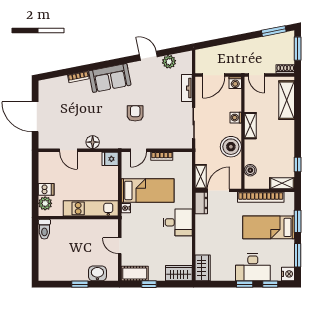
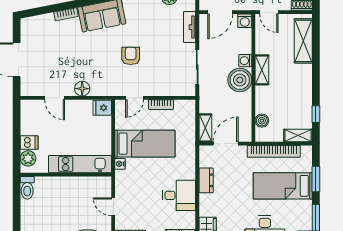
boiler: (231, 147) -> (240, 80), moved
dresser: (201, 203) -> (206, 180), moved
desk: (178, 222) -> (179, 195), moved

